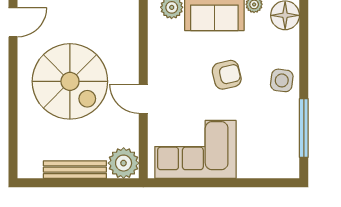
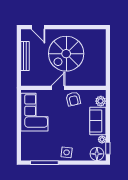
door: (13, 22) -> (38, 27), moved
armchair: (227, 75) -> (73, 99), moved
plant: (124, 163) -> (28, 79), removed

